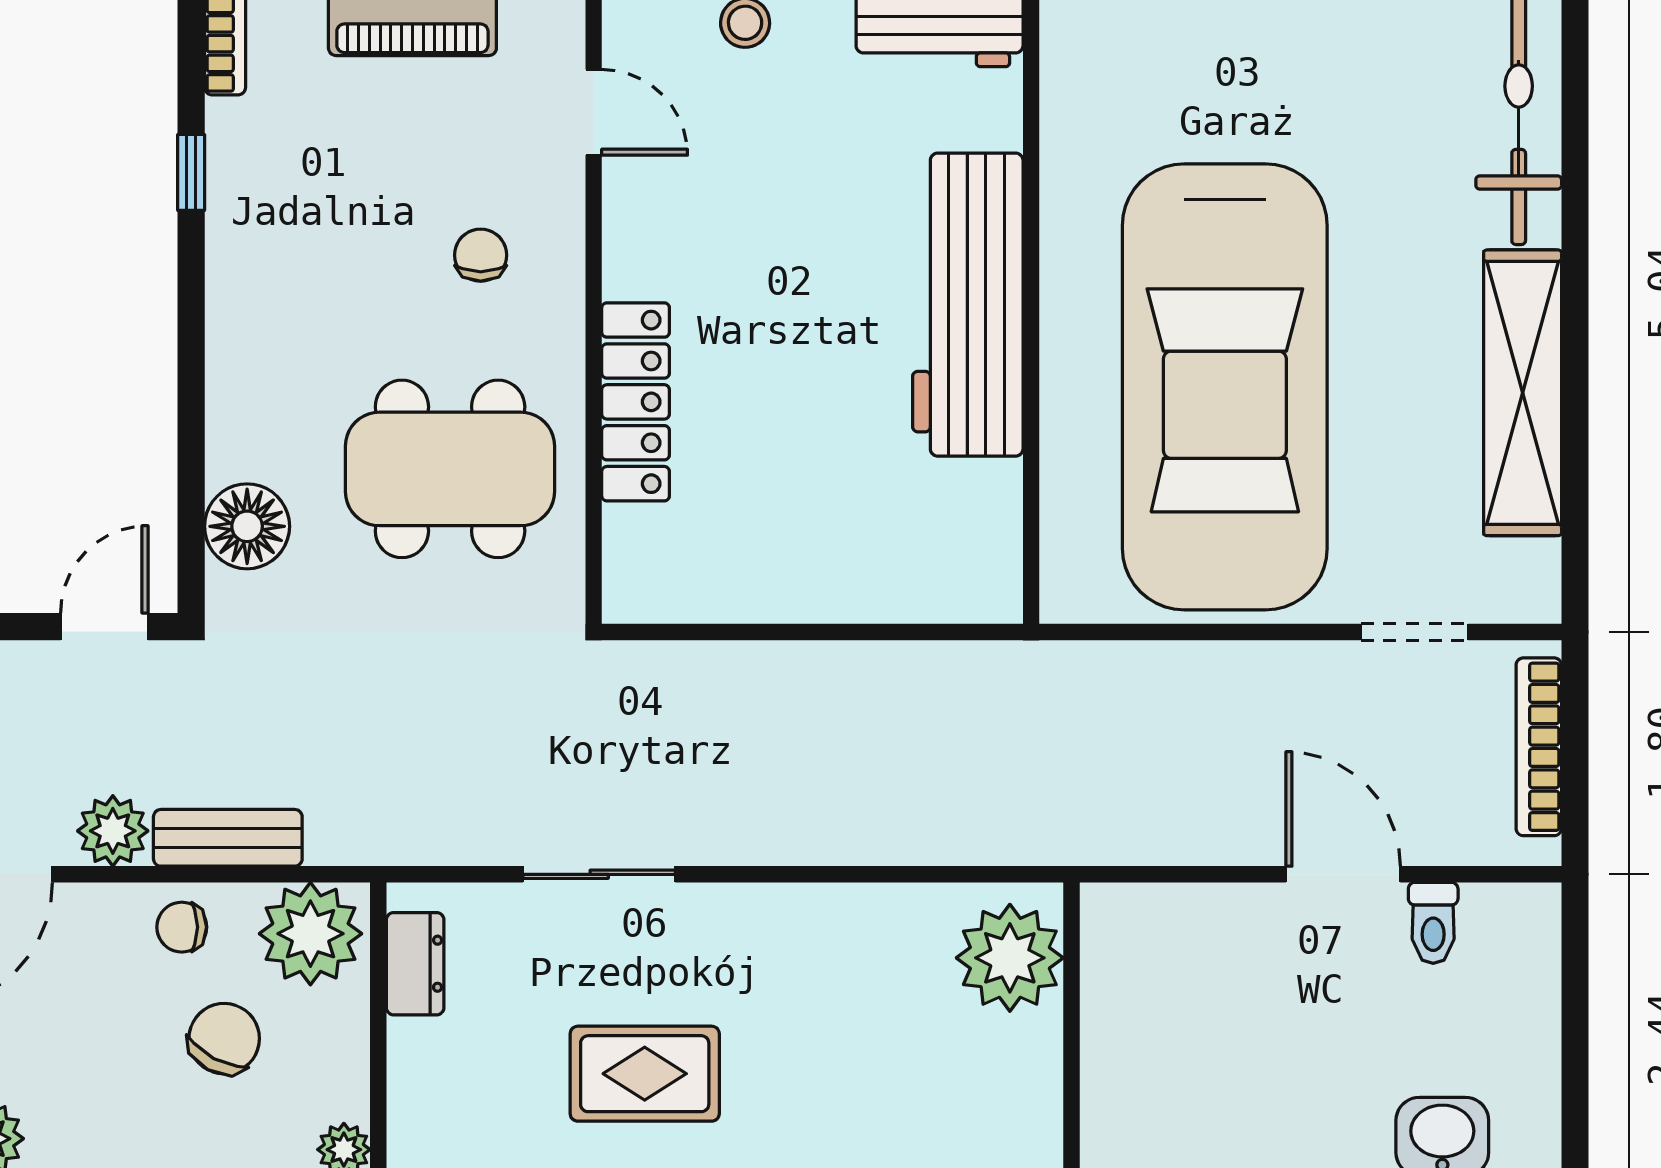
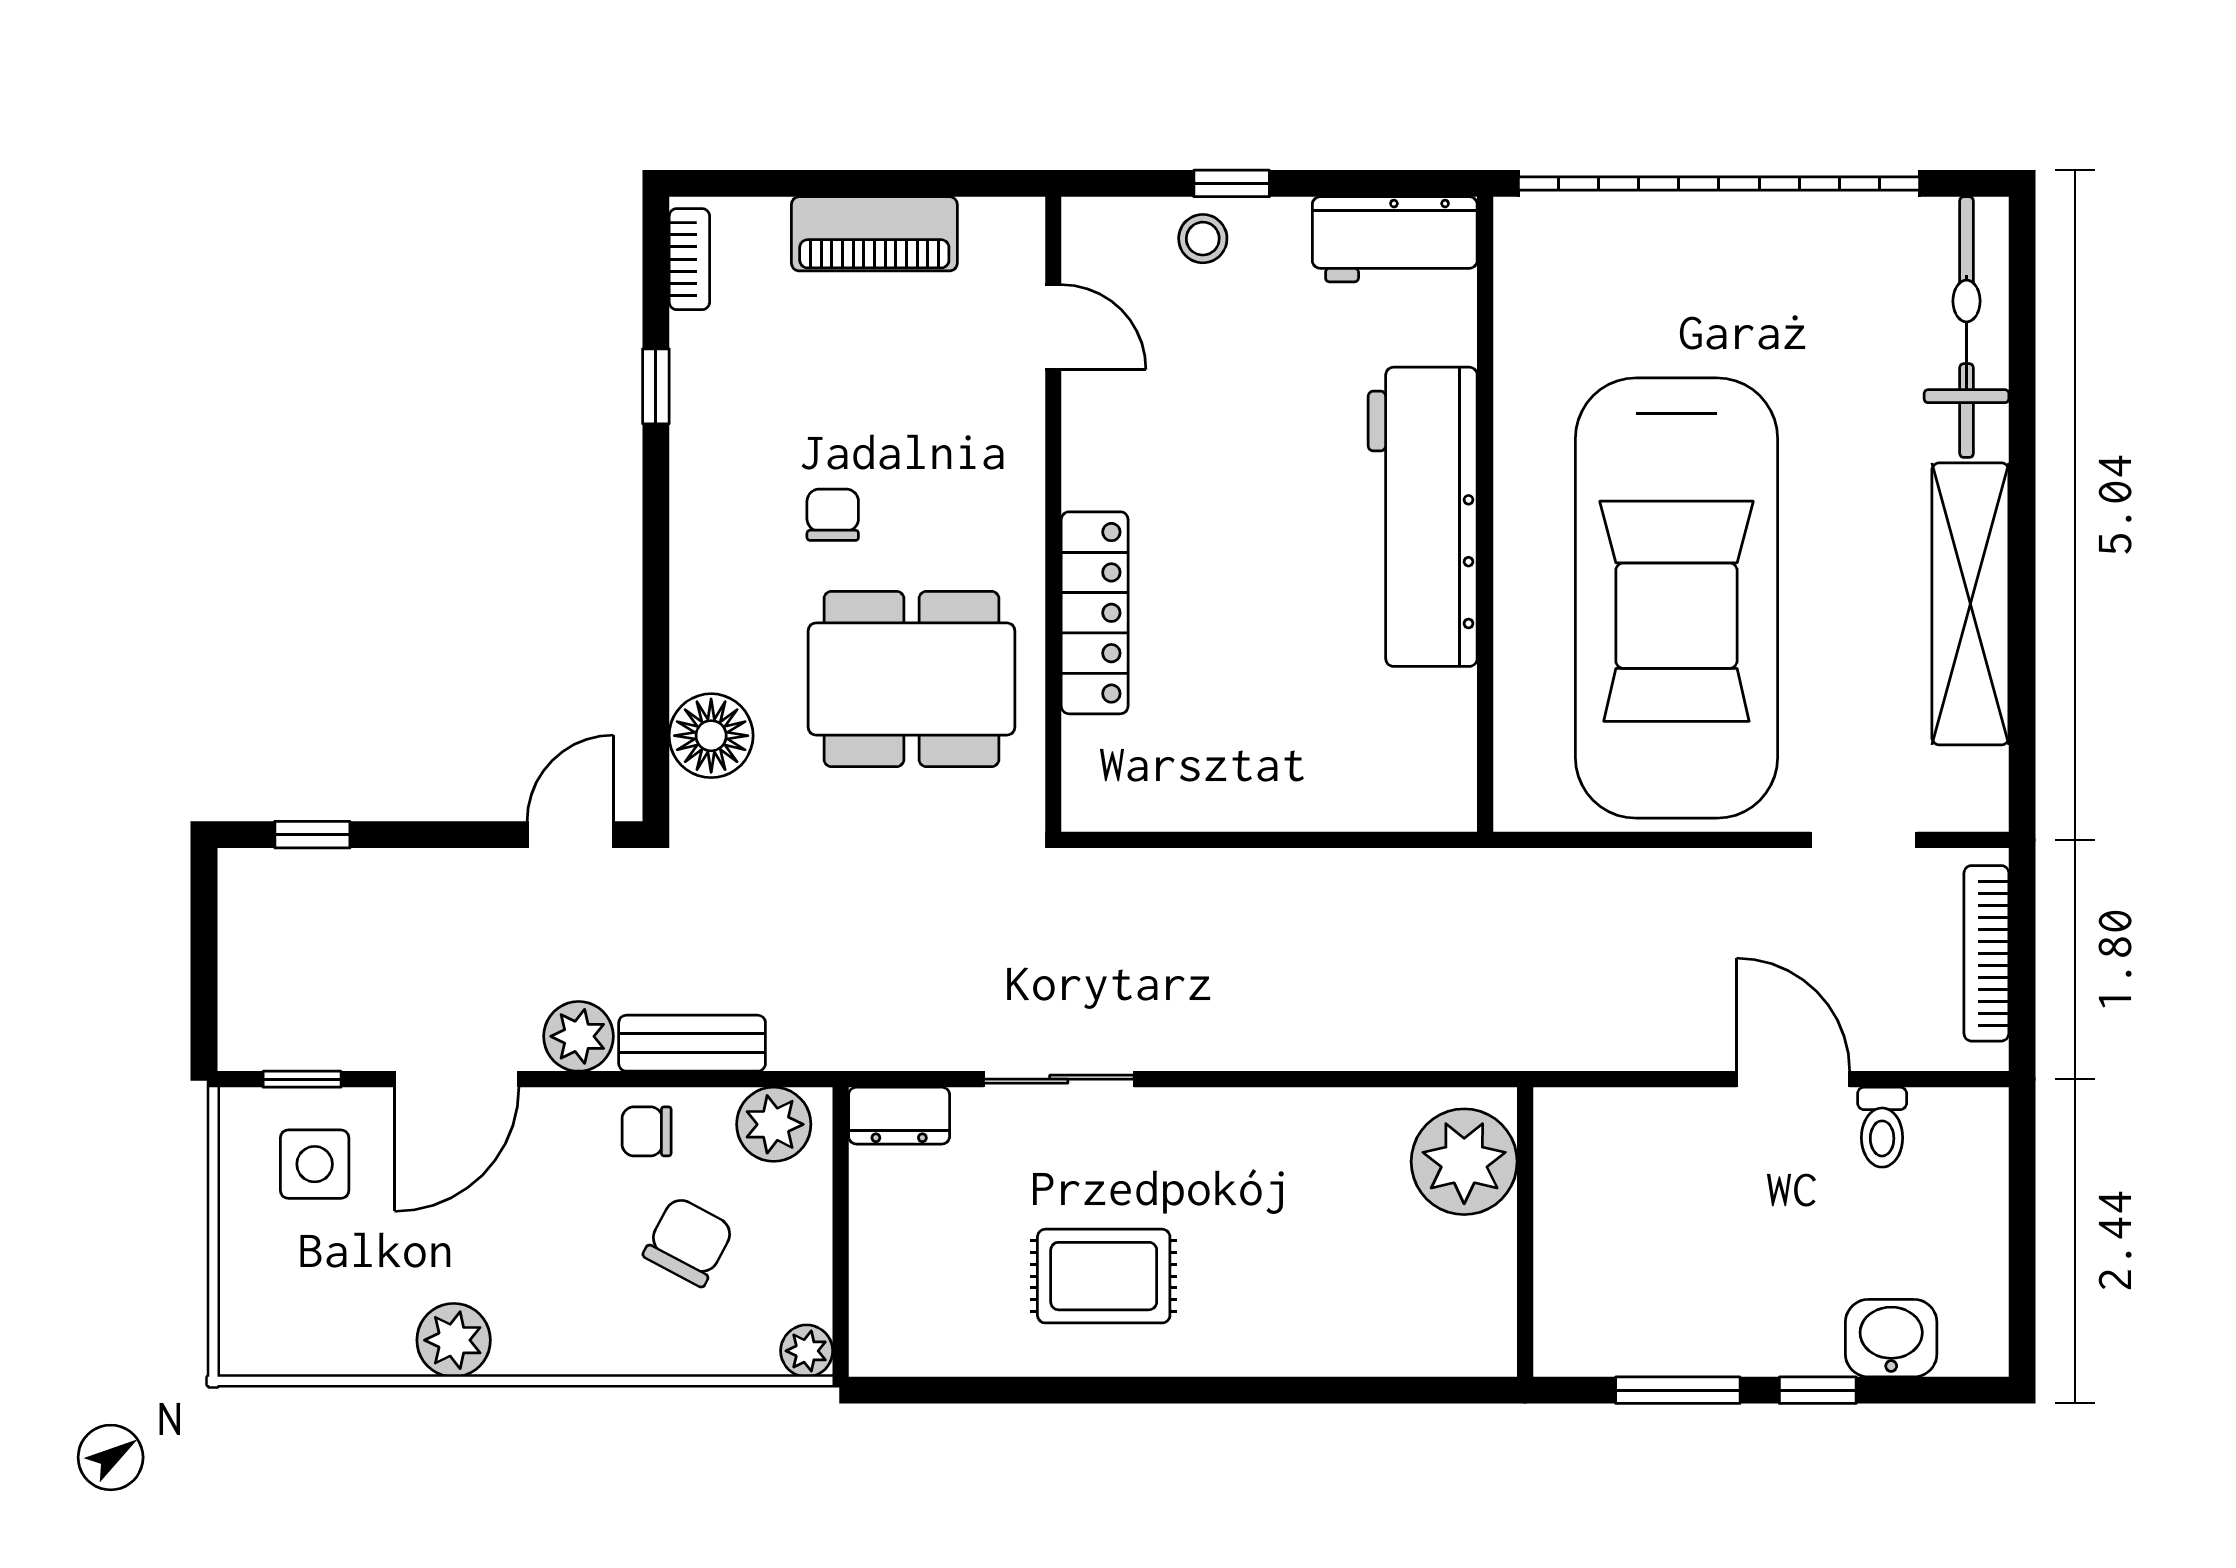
chair: (481, 255) -> (833, 515), moved
plant: (310, 934) -> (774, 1124), width x0.73, depth x0.73
dresser: (415, 964) -> (899, 1116), moved, turned 90

